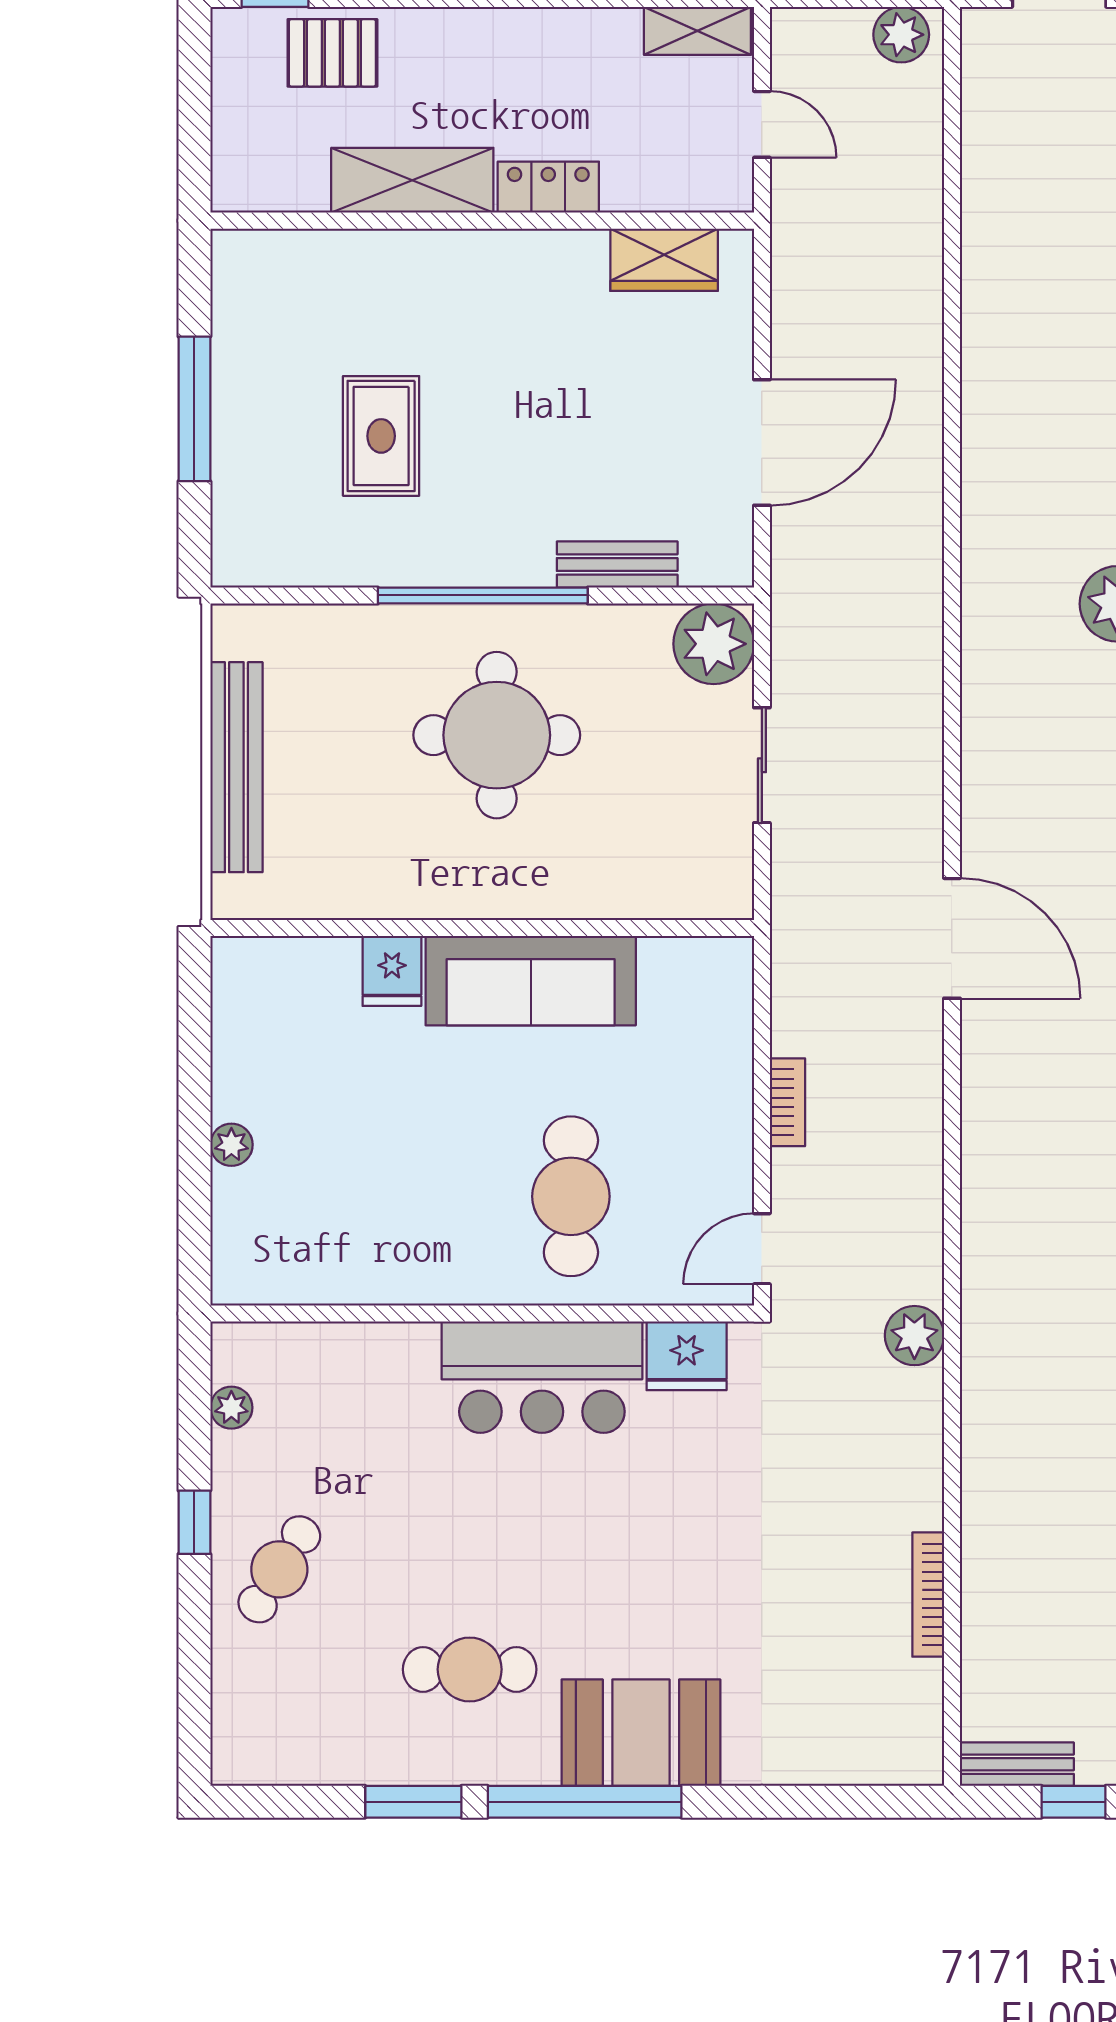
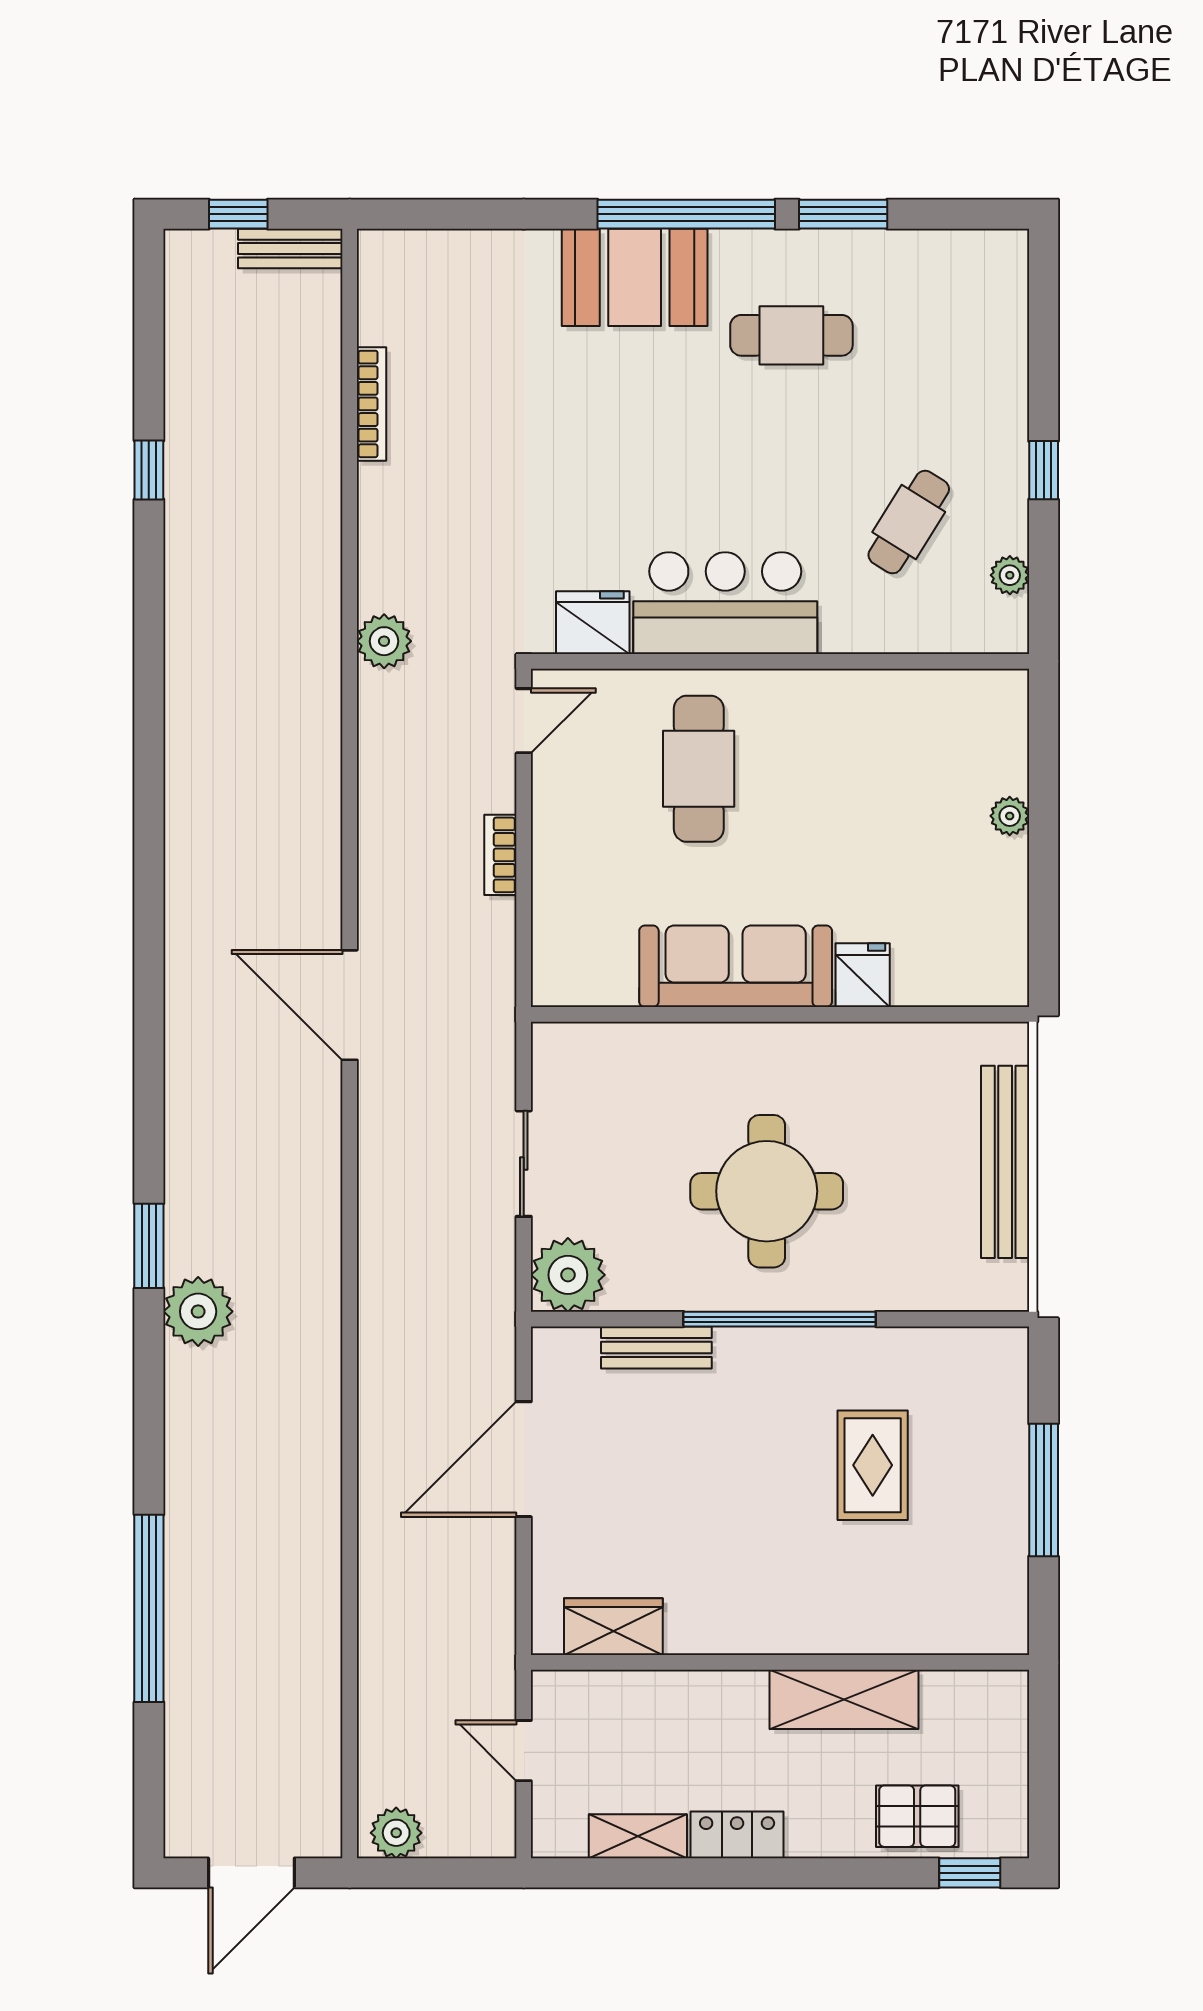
shelving: (697, 31) -> (638, 1836), moved
locker: (548, 187) -> (737, 1835), moved, turned 180
cafe table: (279, 1569) -> (909, 522), moved

